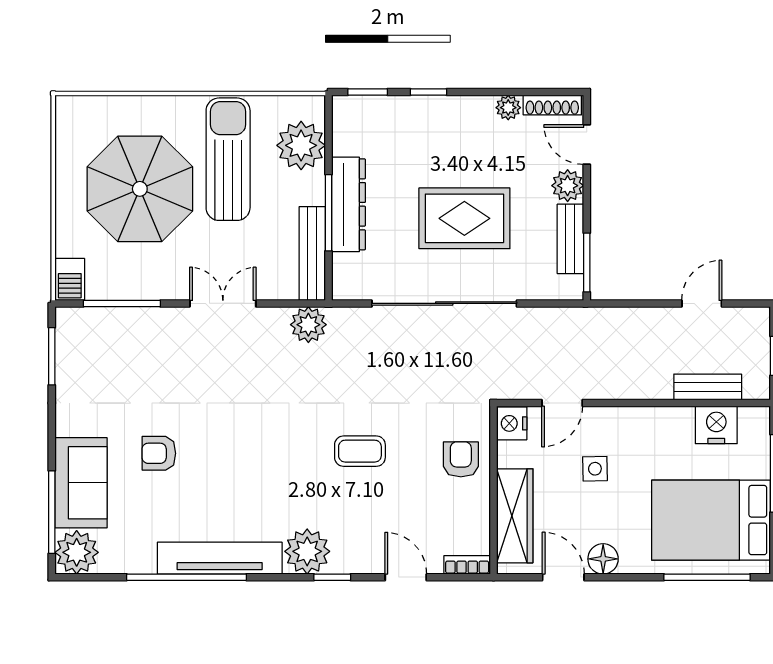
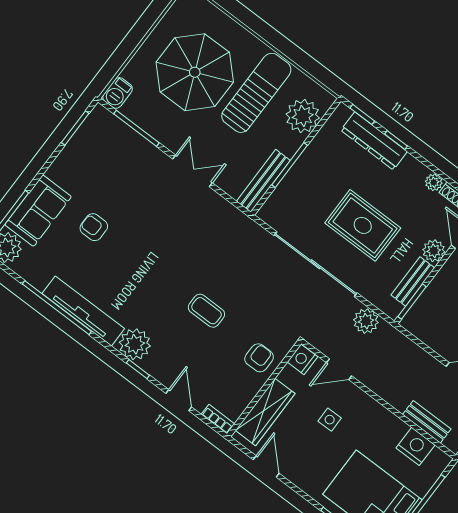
dresser: (349, 204) -> (374, 141), moved, turned 90
plant: (308, 325) -> (366, 321), moved
floor lamp: (603, 559) -> (296, 473), removed

